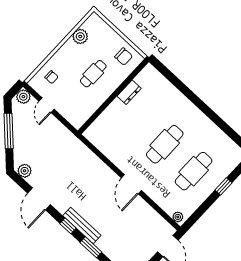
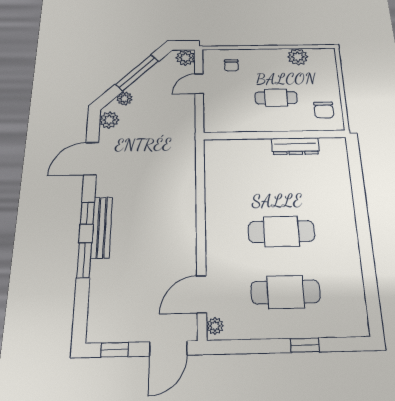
dresser: (129, 92) -> (295, 146), width x1.44
plant: (19, 152) -> (124, 99), added
door: (131, 184) -> (202, 294), moved

